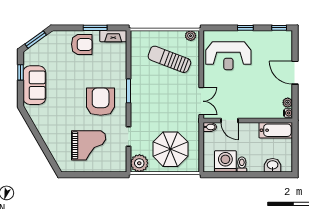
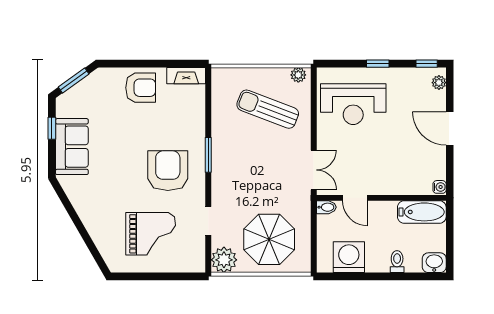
window: (95, 28) -> (160, 64), removed
plant: (288, 103) -> (439, 83), moved
toilet: (242, 164) -> (397, 262), moved
washbasin: (273, 165) -> (434, 263), moved

